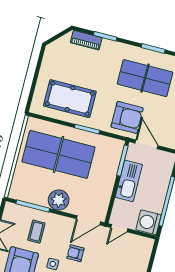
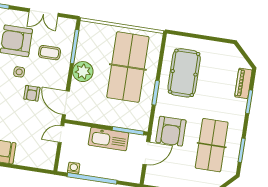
washing machine: (149, 222) -> (74, 168), width x0.53, depth x0.53
door: (119, 228) -> (61, 134), hinge flipped
armchair: (75, 253) -> (32, 93), turned 180

